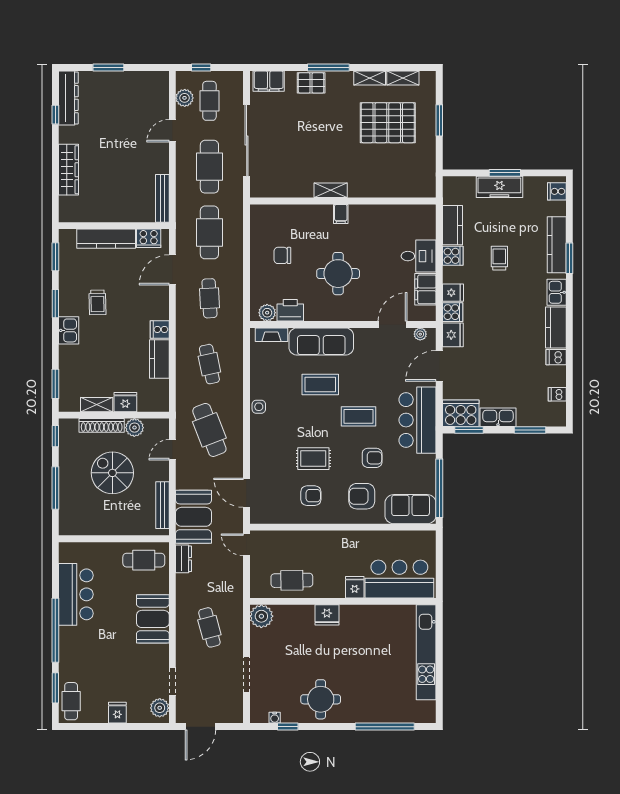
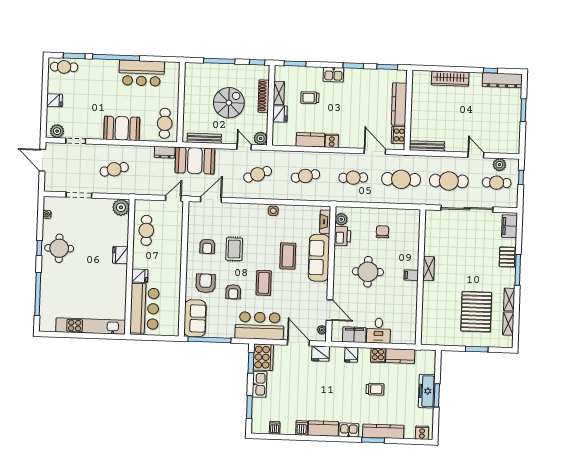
trolley: (97, 302) -> (310, 98), moved
cooker: (453, 312) -> (337, 354), removed
plant: (134, 428) -> (261, 138), moved
cafe table: (209, 430) -> (258, 174), width x0.73, depth x0.74
window: (288, 727) -> (39, 248), moved

